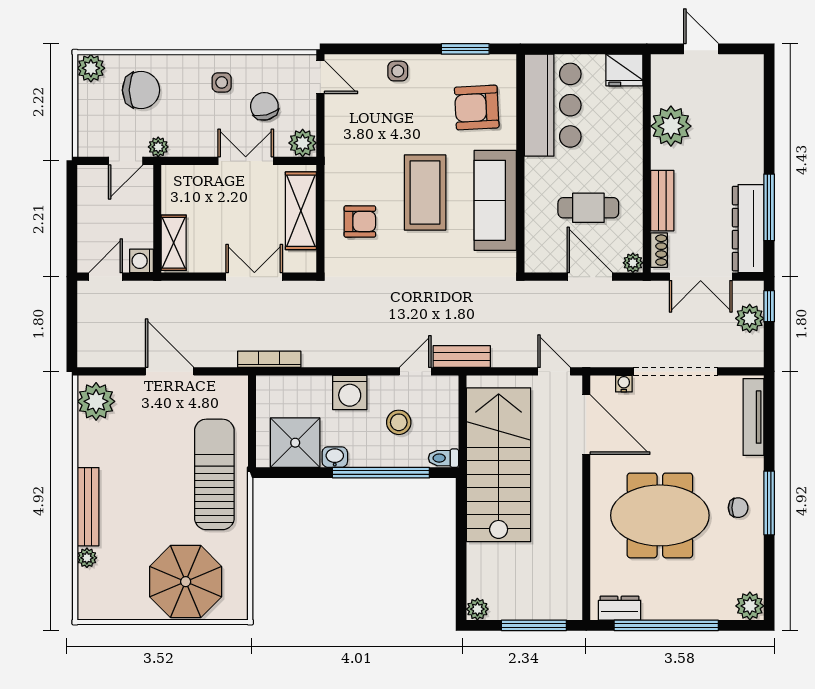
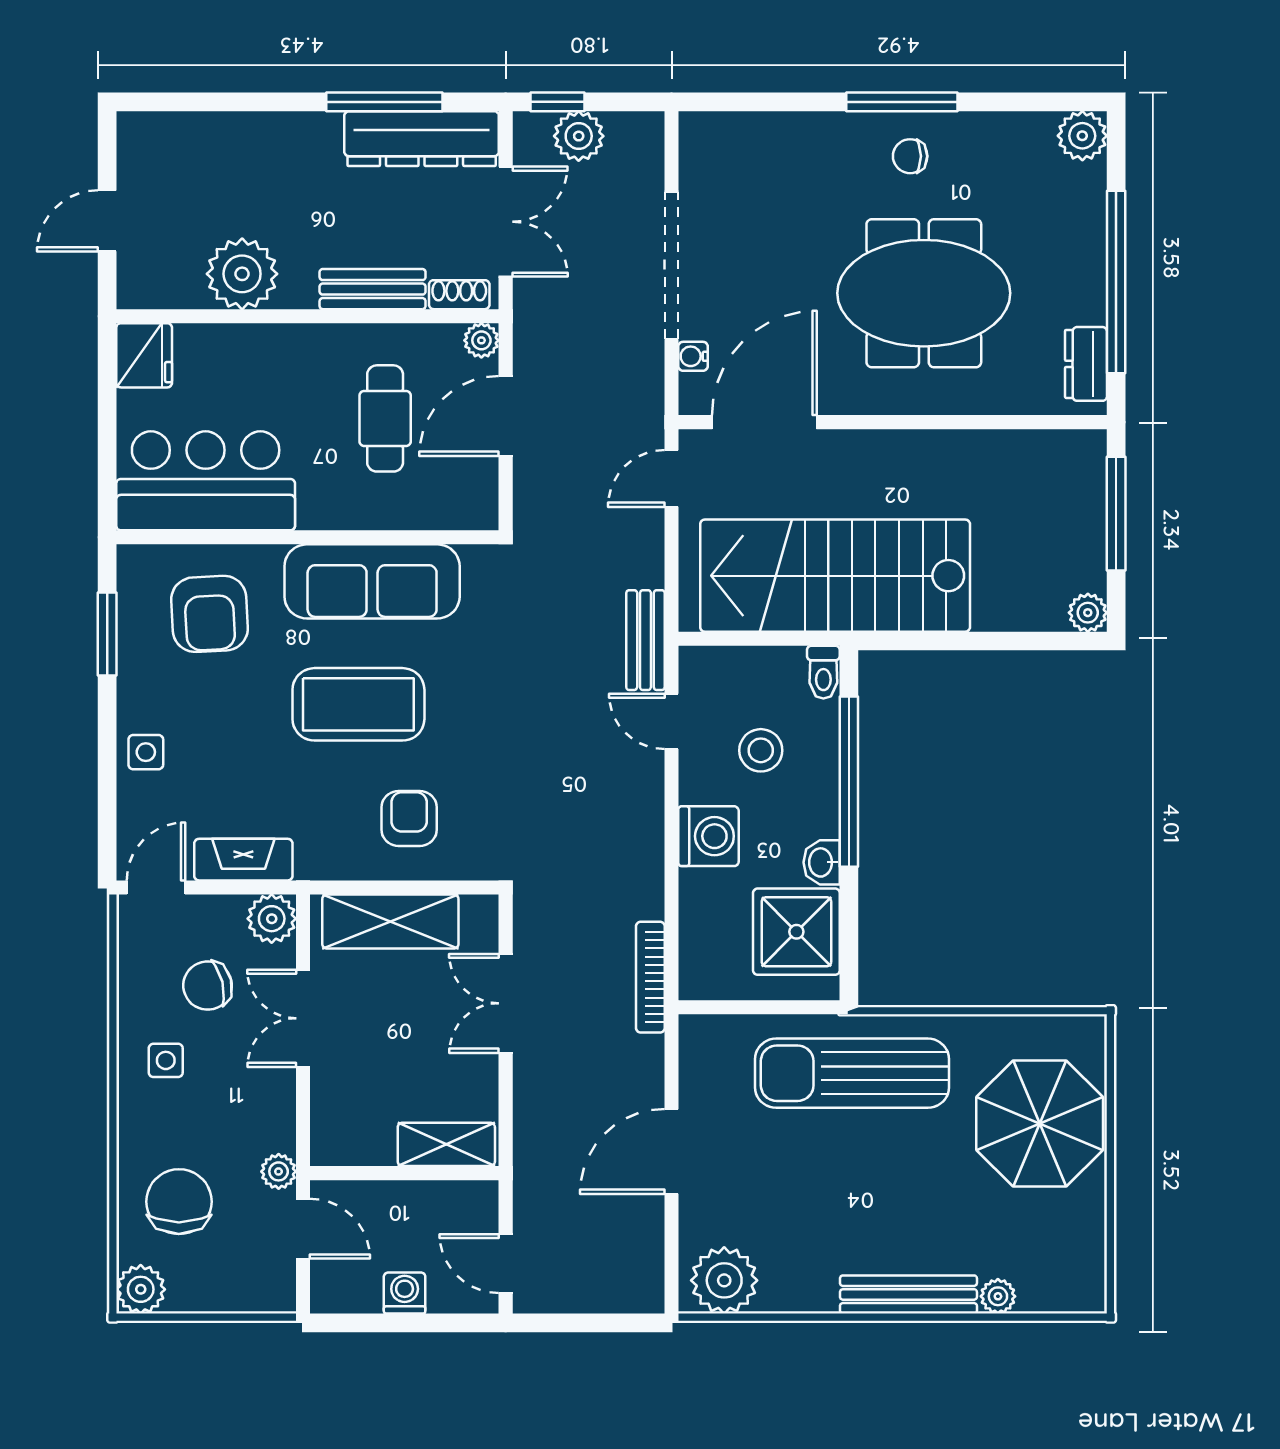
fireplace: (336, 127) -> (243, 860), added
washing machine: (142, 261) -> (405, 1293), moved, turned 180
tv unit: (753, 417) -> (752, 129), removed
chair: (738, 508) -> (910, 156), turned -90
meeting table: (660, 515) -> (924, 293), turned 90

